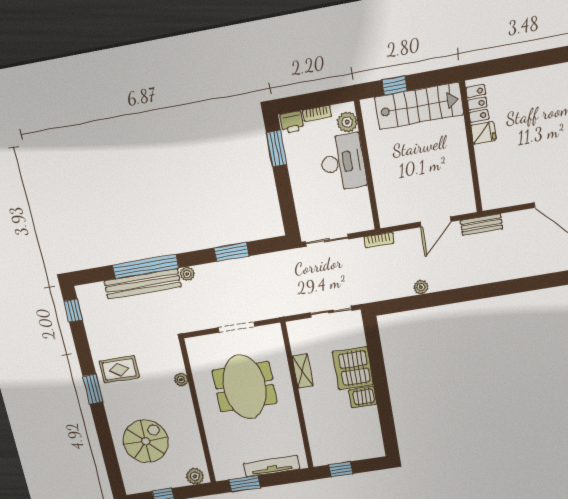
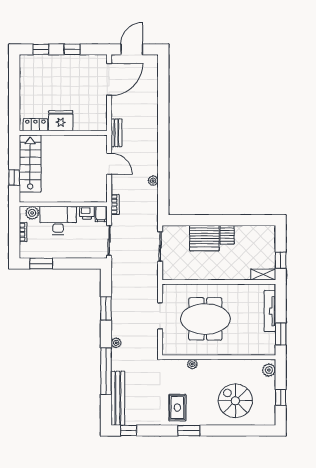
printer: (292, 122) -> (87, 213), moved, turned 90
fridge: (483, 133) -> (61, 121), width x1.88, depth x1.34
filing cabinet: (362, 222) -> (101, 214), added
bench: (143, 284) -> (118, 398), moved
shelving: (303, 371) -> (263, 275), moved

